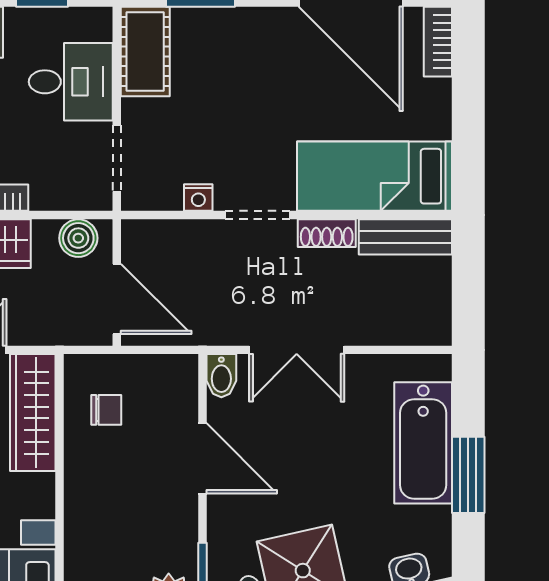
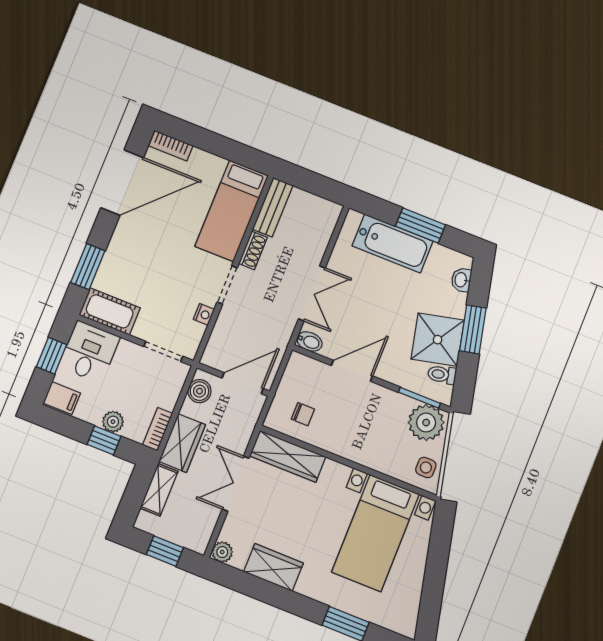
desk: (71, 82) -> (89, 352), moved
chair: (106, 410) -> (303, 414), turned 90

